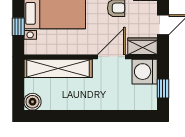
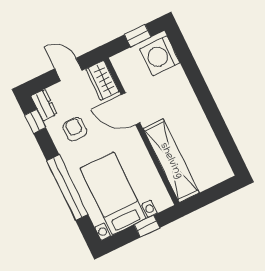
washing machine: (145, 72) -> (160, 56), moved, turned 90
boiler: (32, 102) -> (221, 171), removed

